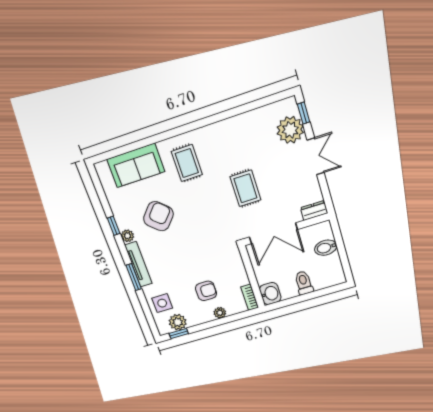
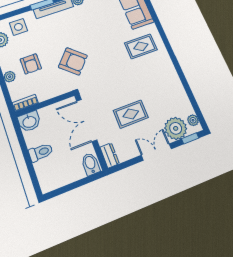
plant: (282, 107) -> (193, 120), added
double door: (316, 156) -> (156, 152), swing flipped
rug: (245, 188) -> (131, 114), moved
armchair: (158, 216) -> (73, 61), moved
bidet: (326, 248) -> (90, 164), moved

